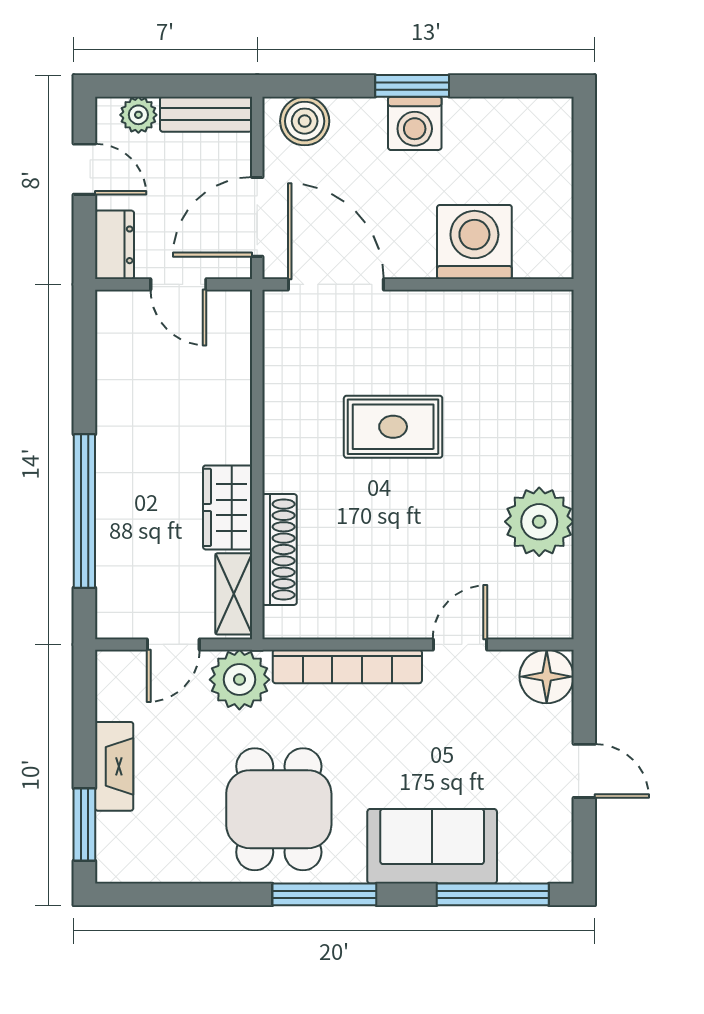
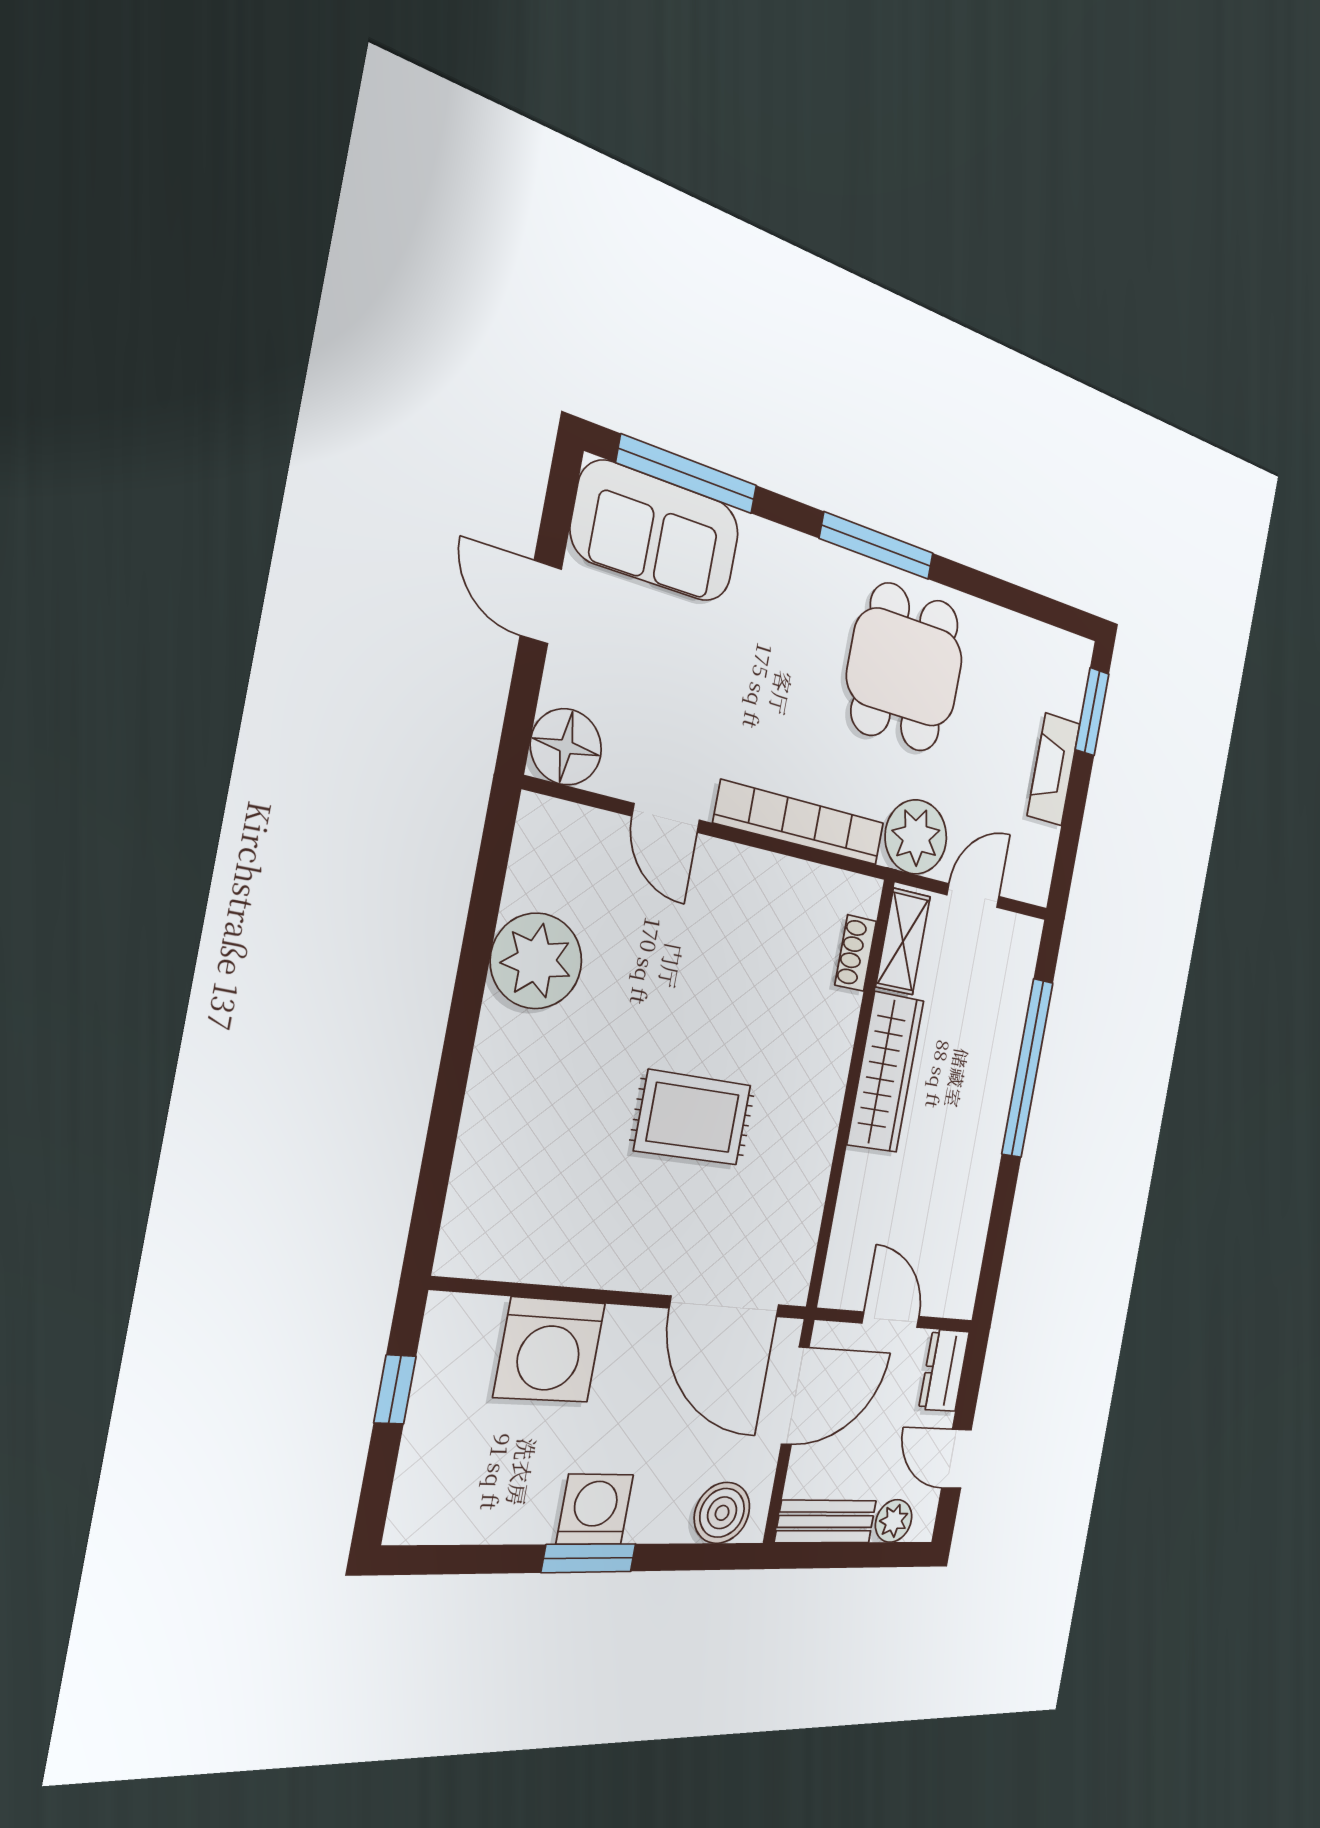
window: (584, 208) -> (395, 1389), added
wardrobe: (228, 507) -> (886, 1072), width x1.50
shoe rack: (279, 549) -> (856, 953), width x0.51, depth x0.81
door: (460, 644) -> (666, 818), hinge flipped
sofa: (432, 846) -> (656, 532), moved

